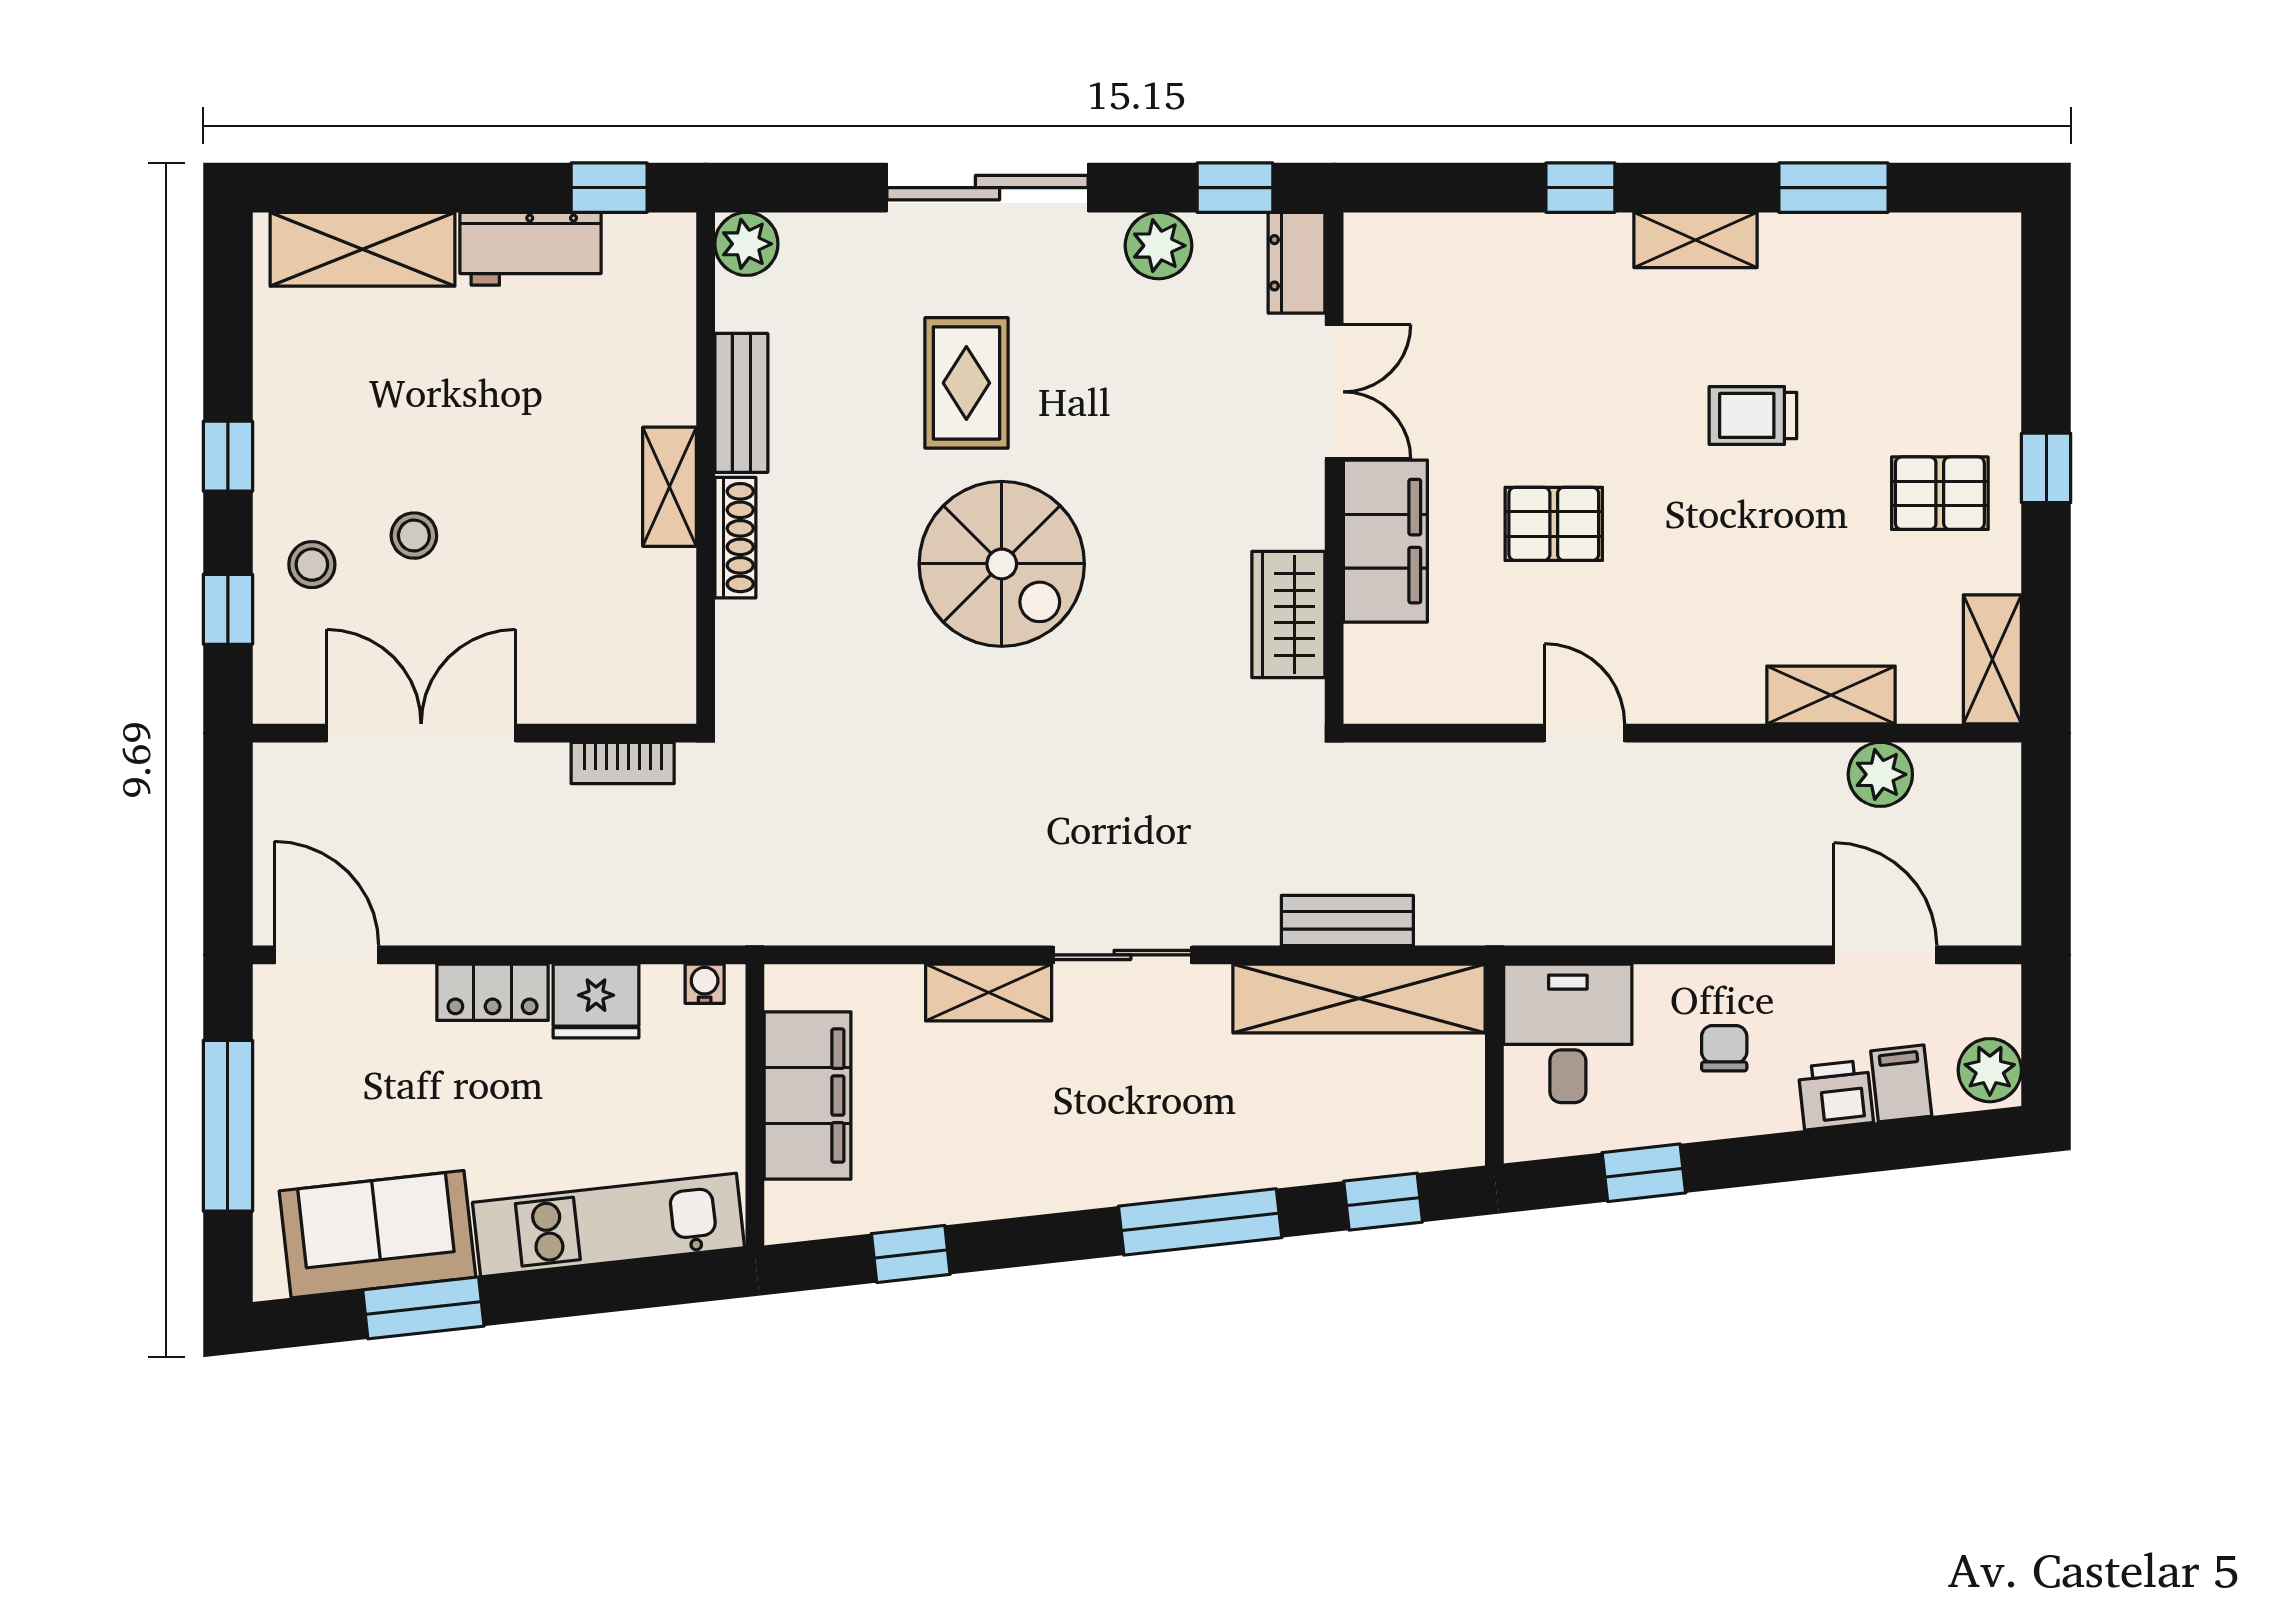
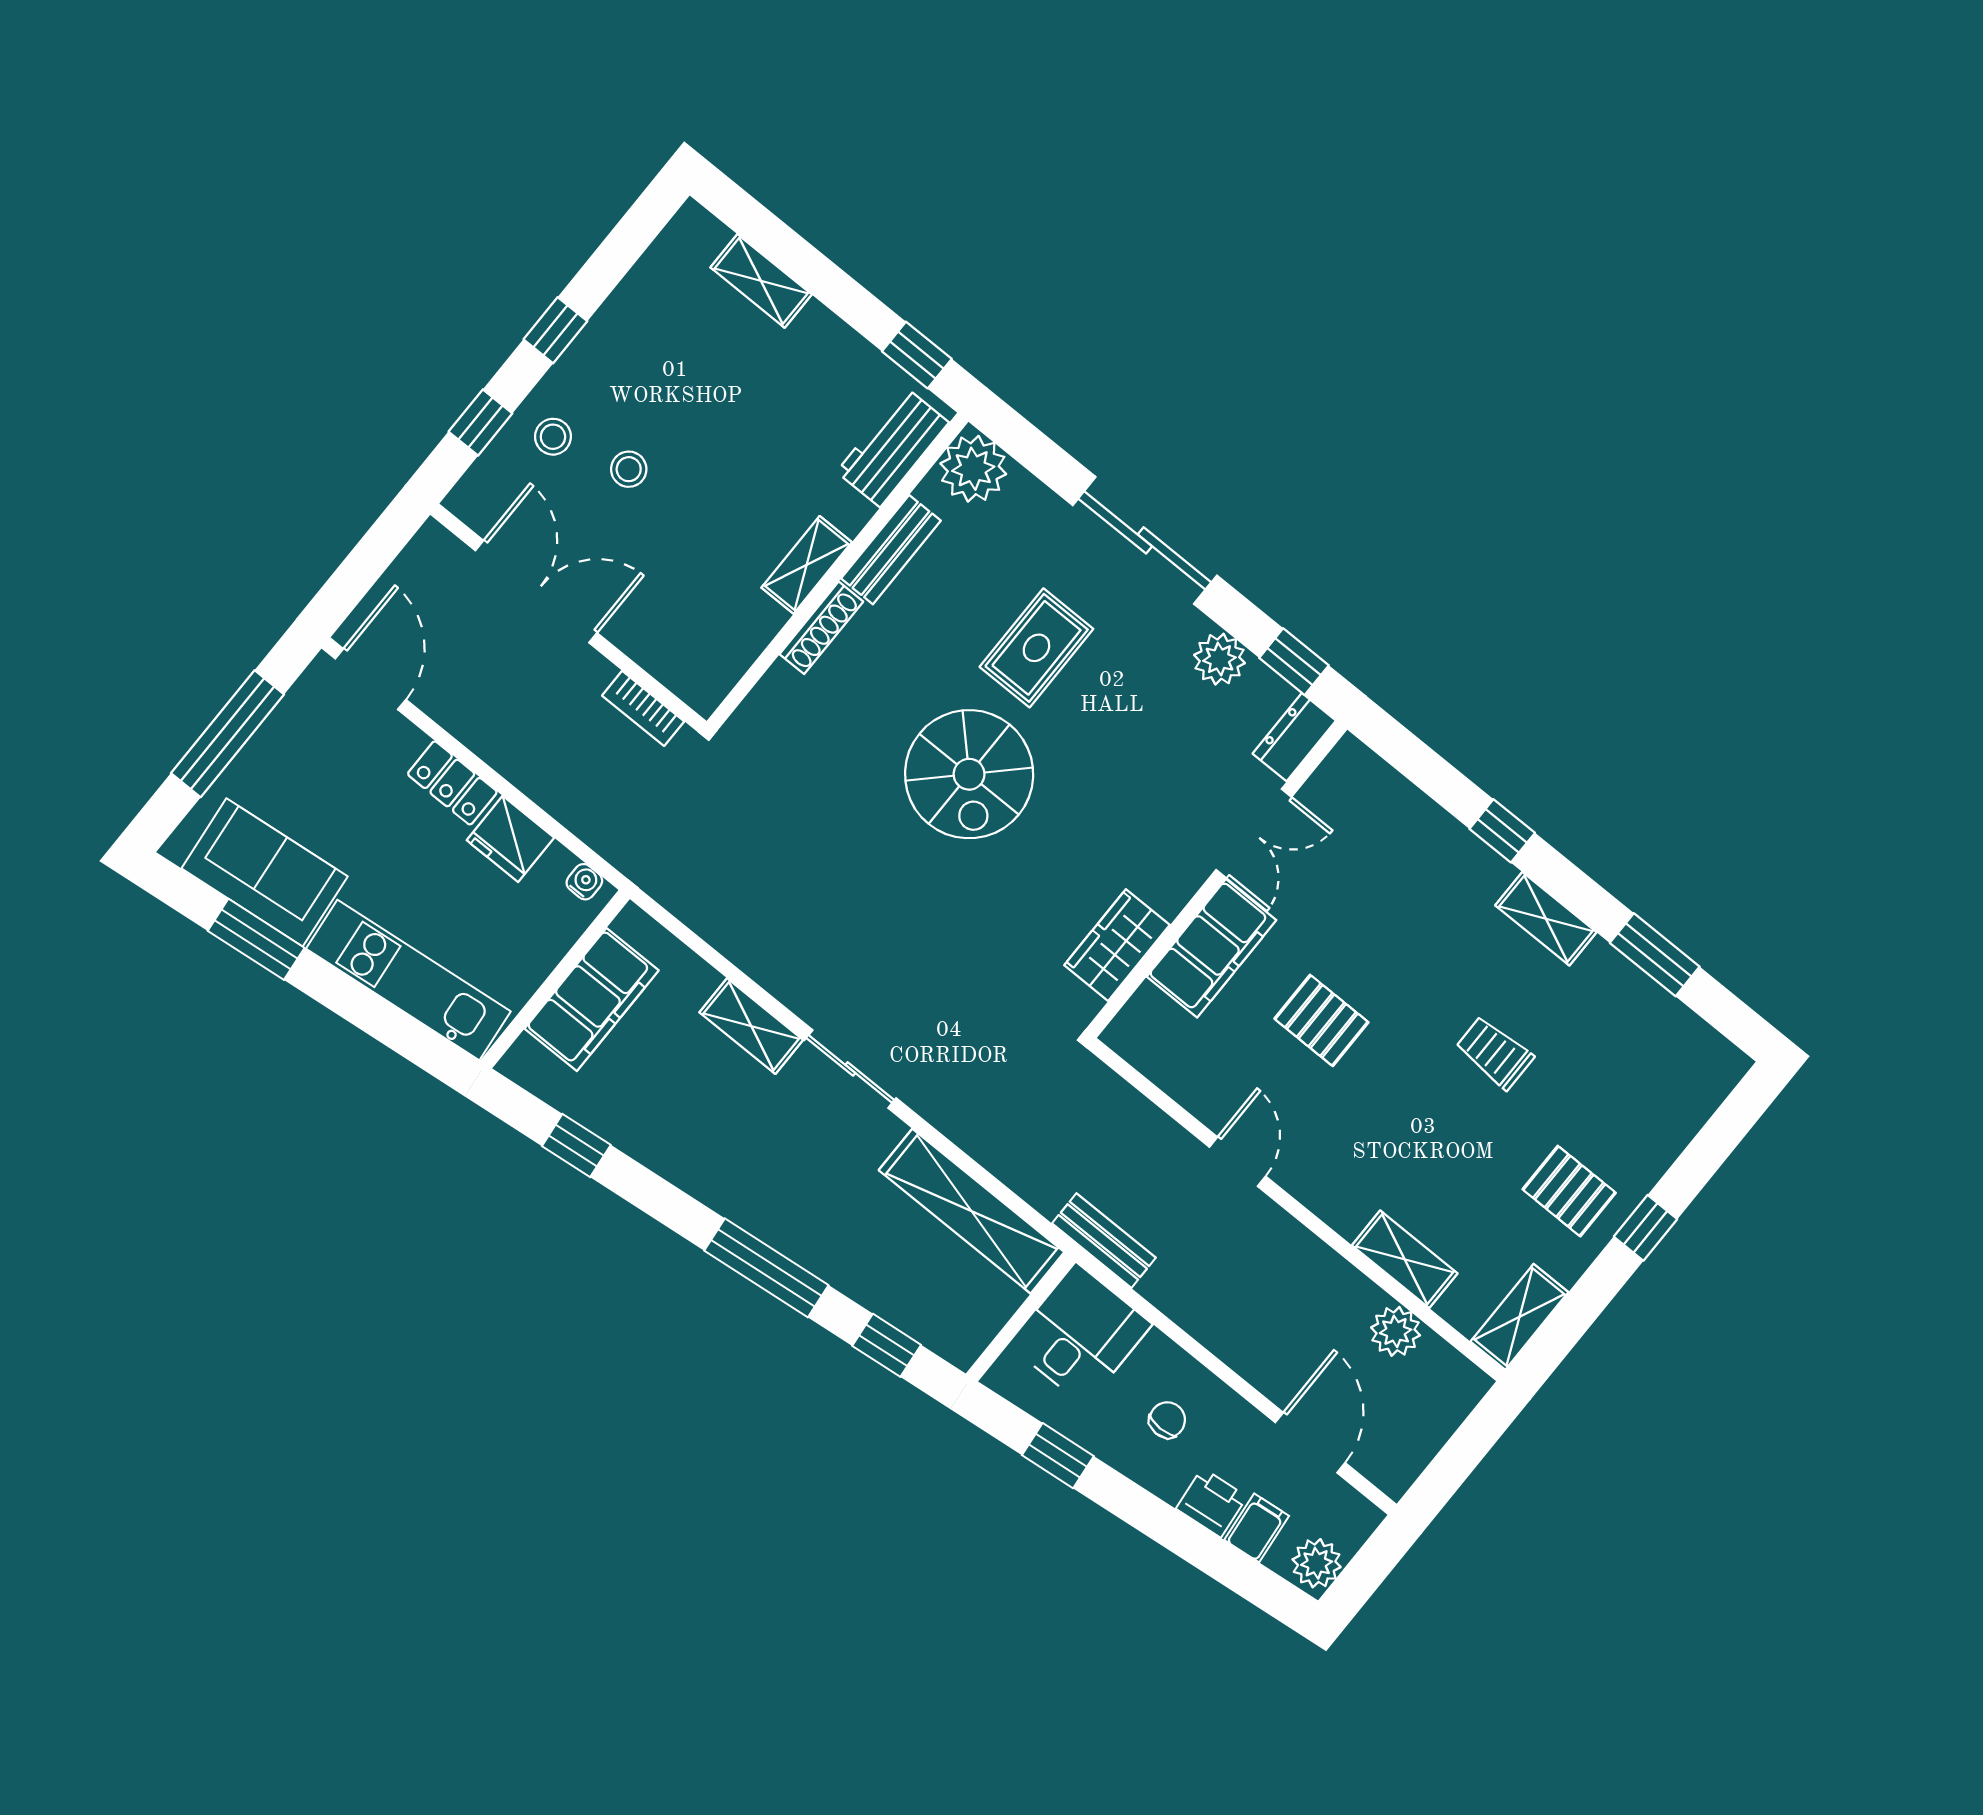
plant: (746, 244) -> (973, 469), width x1.36, depth x1.36
shelving: (363, 249) -> (761, 281), width x0.67, depth x0.75
workbench: (530, 249) -> (893, 447), moved, turned 90
bench: (1347, 920) -> (1104, 1241), moved

